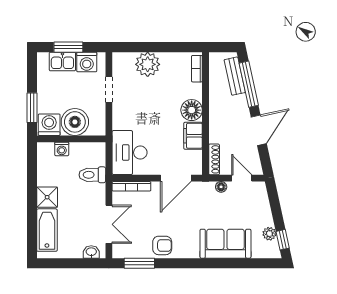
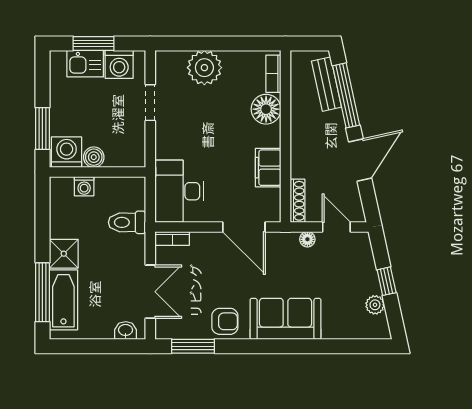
floor lamp: (192, 110) -> (266, 109), moved
boiler: (75, 122) -> (94, 157), width x0.54, depth x0.54
door: (176, 178) -> (244, 227), hinge flipped
bookcase: (131, 186) -> (172, 238), width x0.64
window: (32, 225) -> (42, 292), added
window: (283, 240) -> (387, 281), moved
sofa: (225, 244) -> (286, 319), moved

